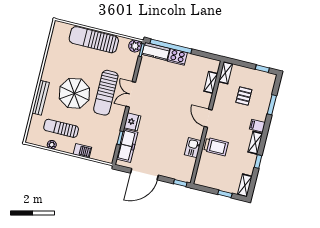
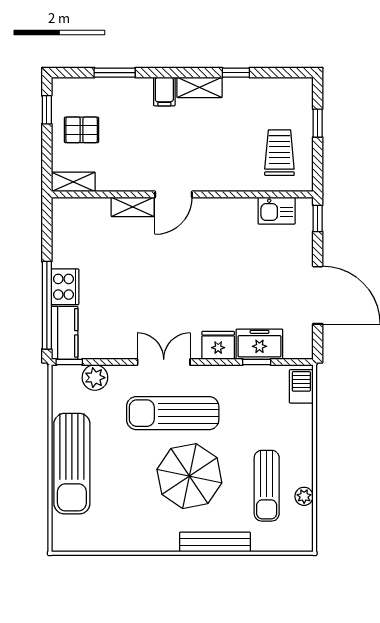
plant: (135, 46) -> (95, 378), moved
shelving: (211, 82) -> (133, 207), moved
sun lounger: (106, 93) -> (173, 413), turned 180
double door: (131, 94) -> (164, 362), swing flipped
pallet: (244, 96) -> (82, 130), moved
freezer: (127, 146) -> (259, 344), width x0.71
trolley: (216, 147) -> (279, 153), moved
kitchen sink: (193, 148) -> (277, 211), moved
barbecue: (82, 151) -> (301, 386), moved
shelving: (245, 185) -> (291, 87), removed

